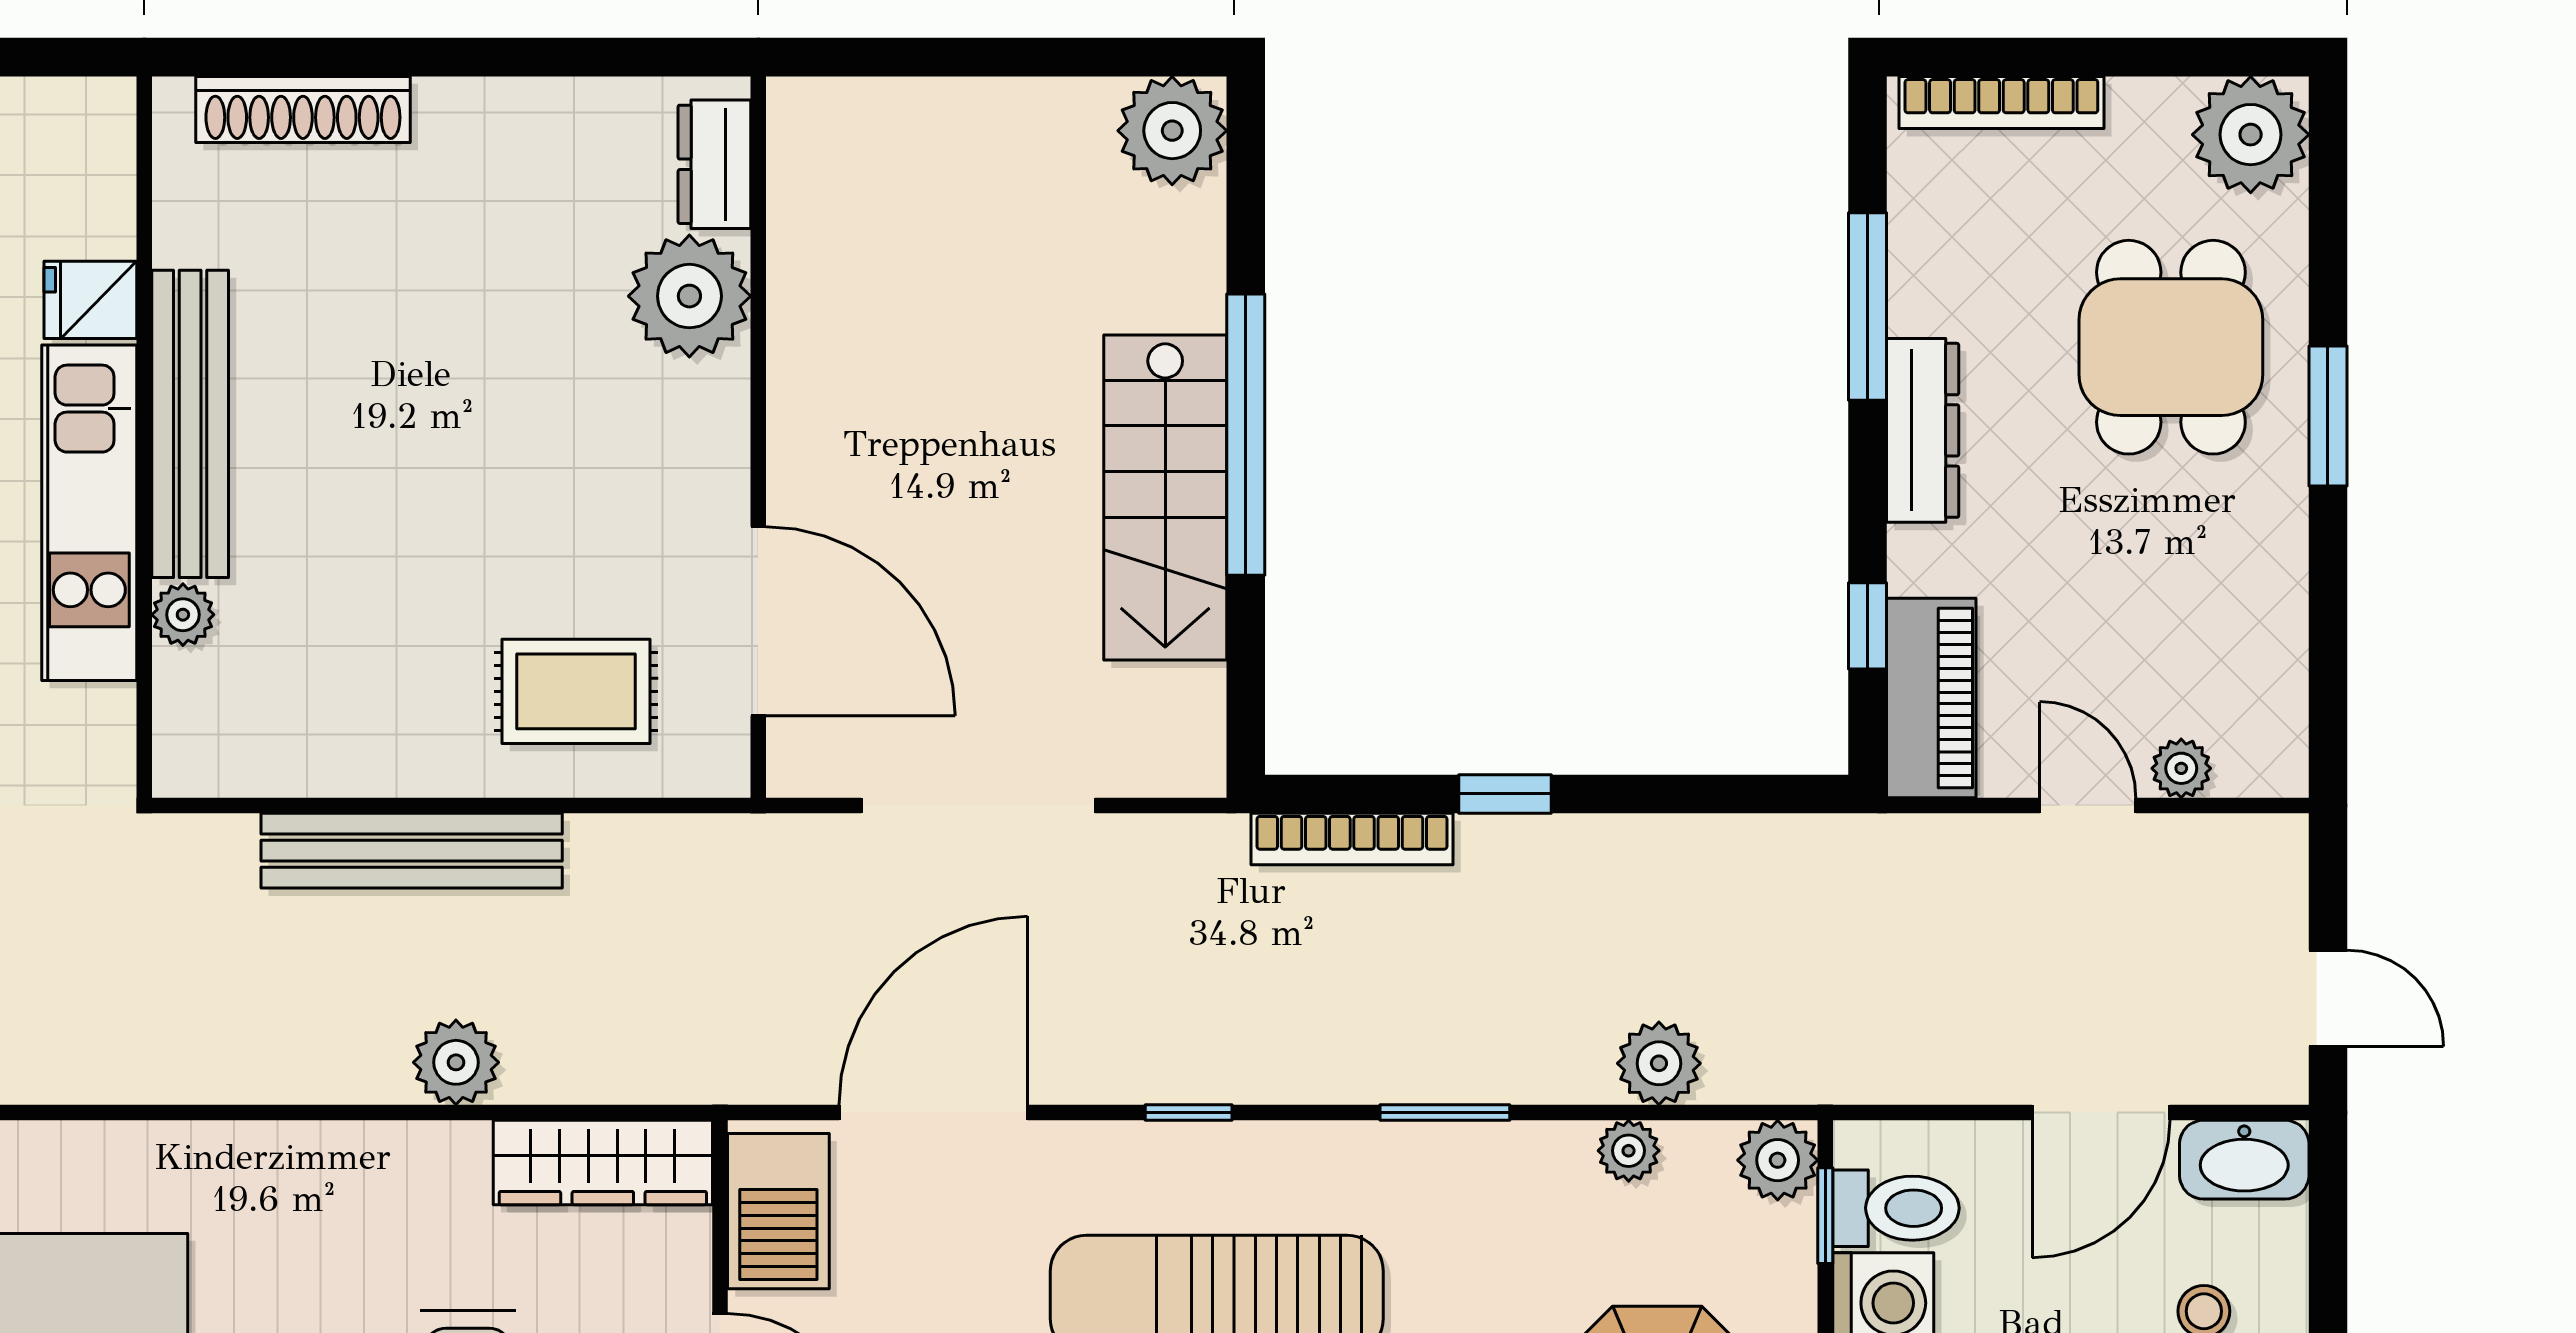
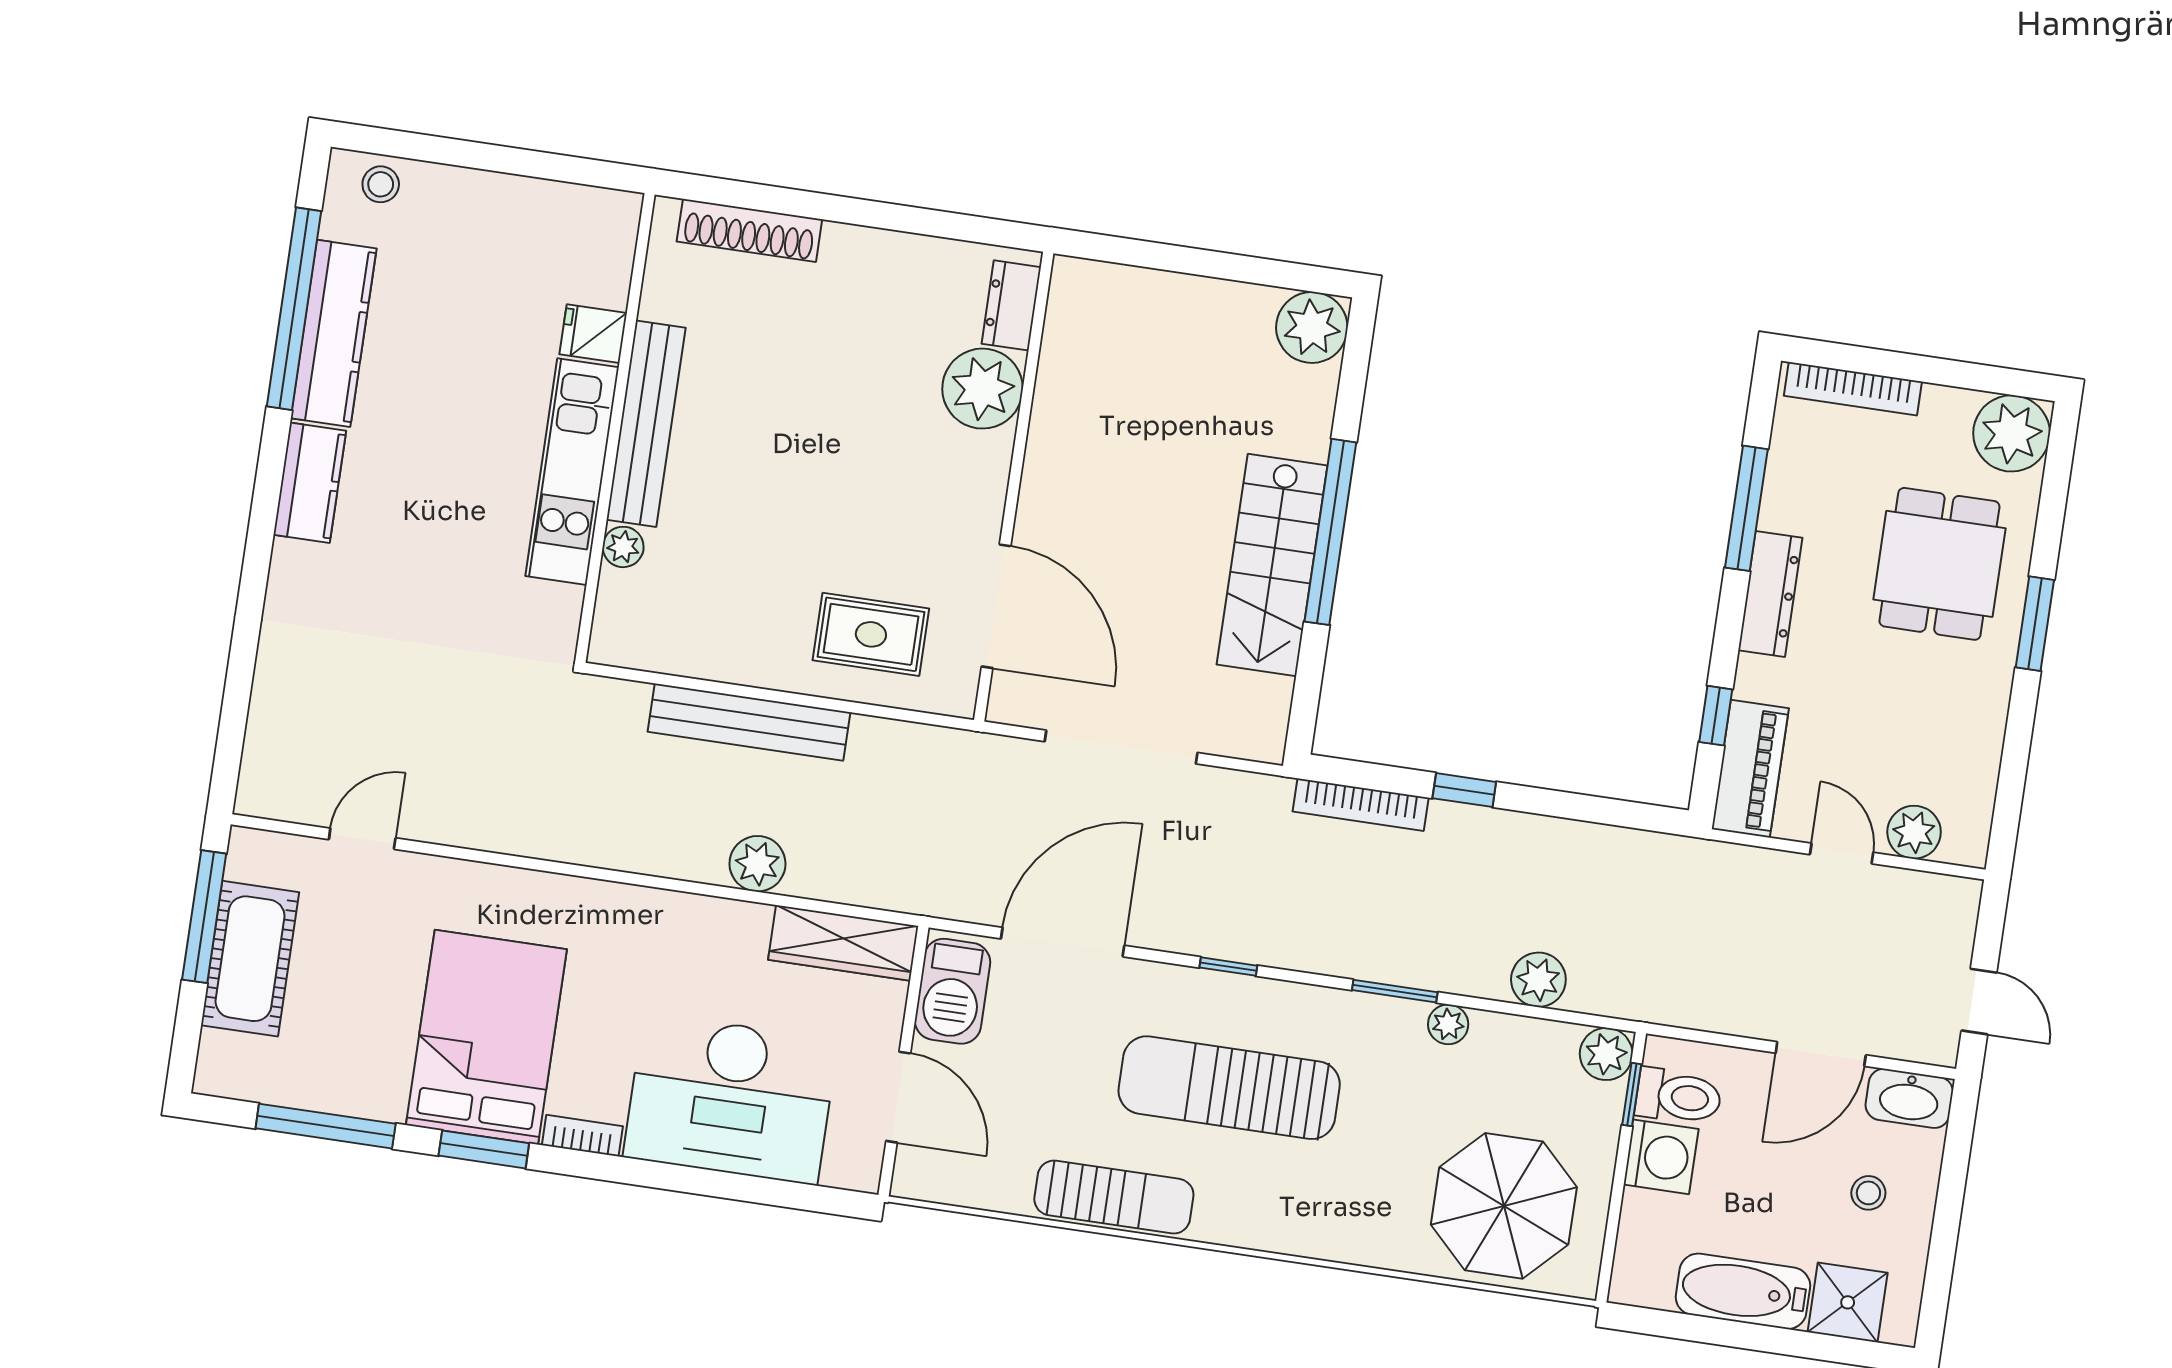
plant: (2181, 768) -> (1914, 832), width x1.38, depth x1.38
plant: (1629, 1151) -> (1448, 1024), moved

